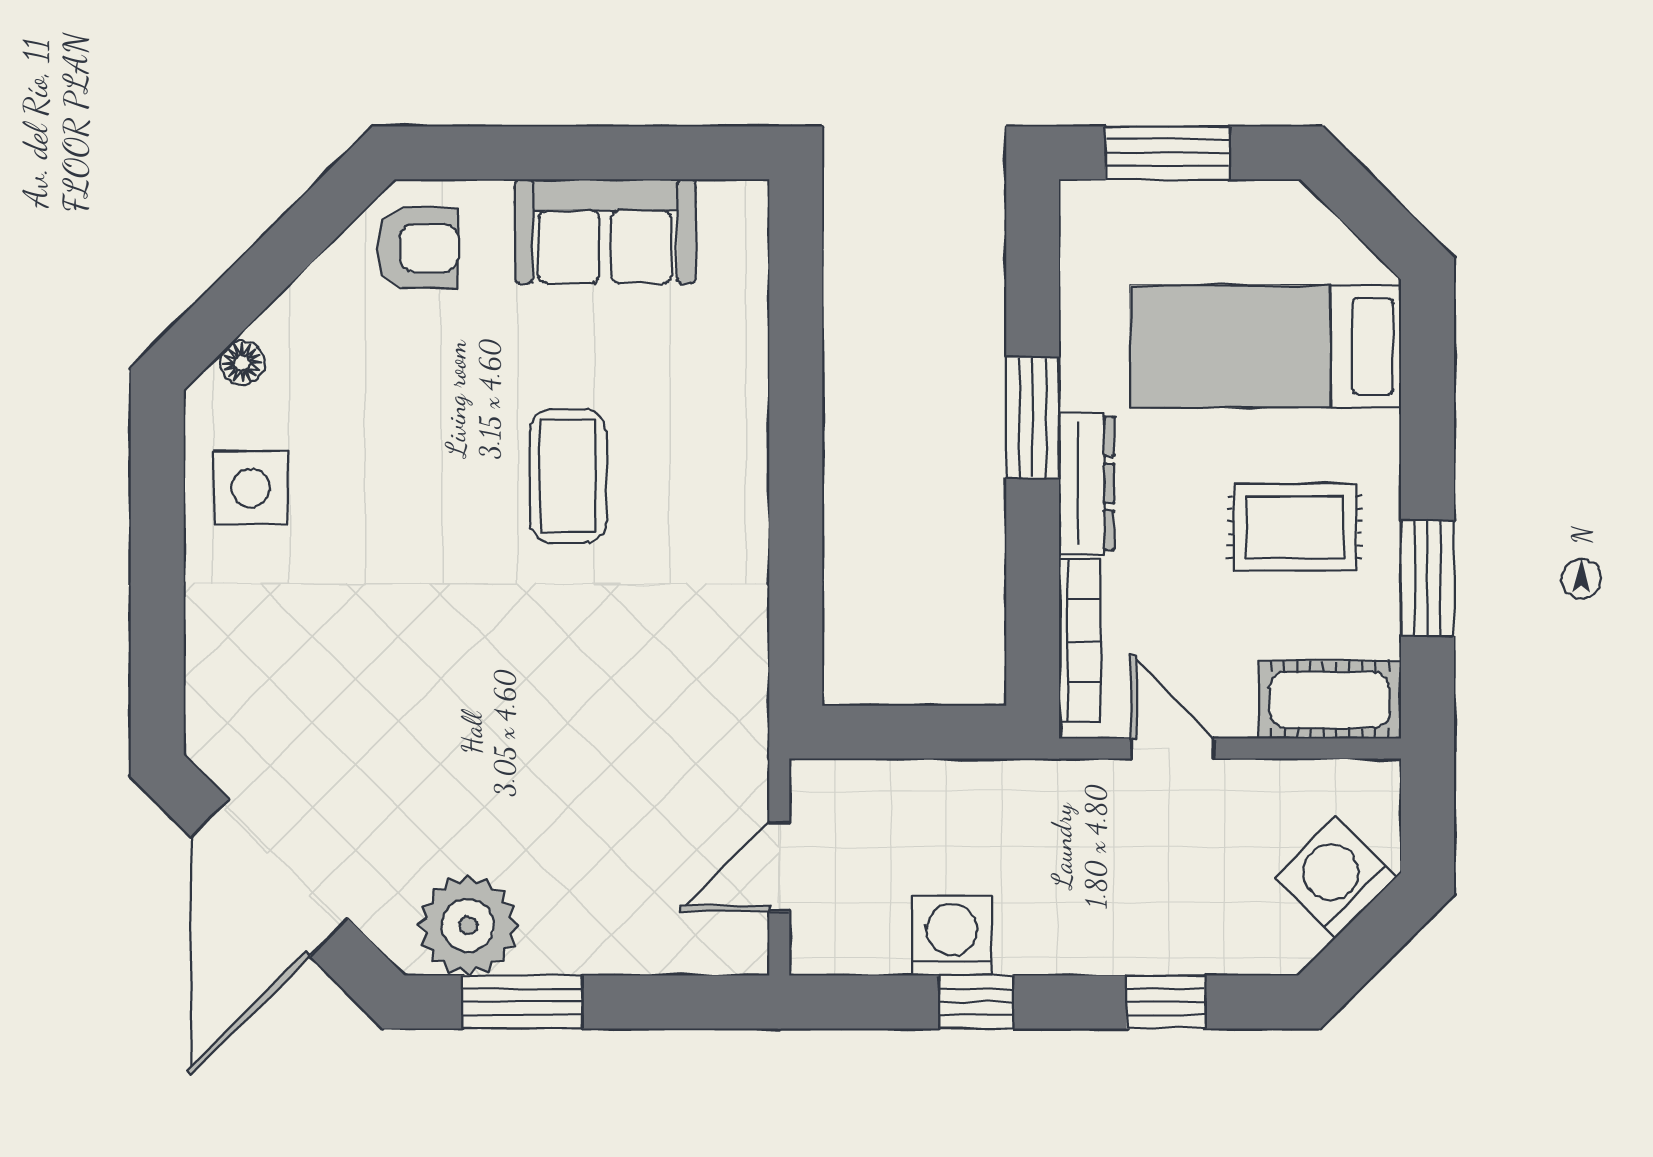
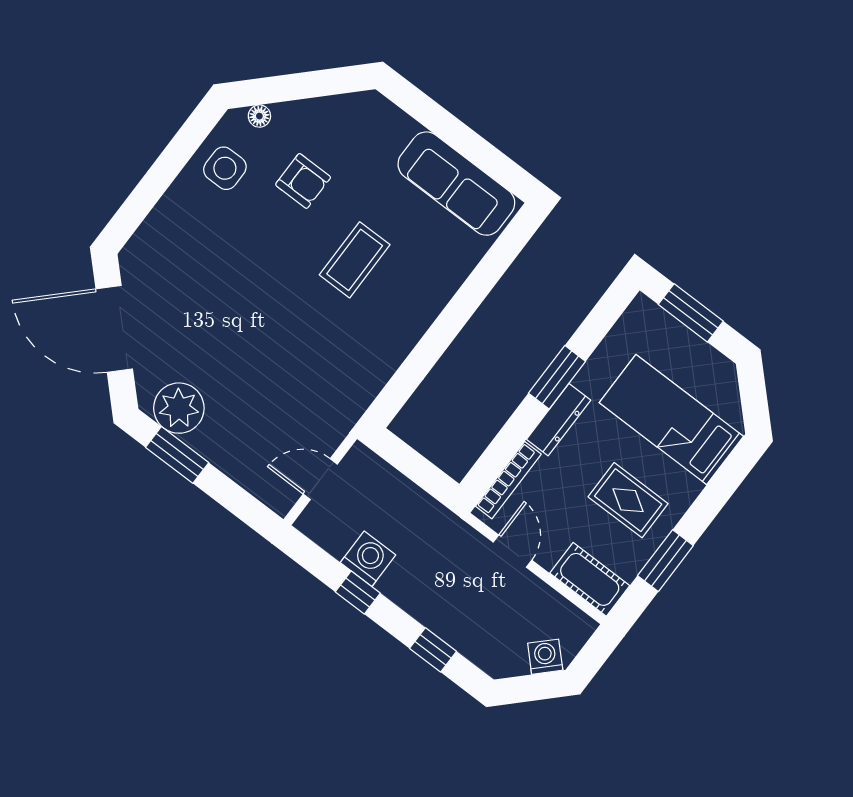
sofa: (605, 231) -> (456, 184), width x1.36
armchair: (418, 248) -> (303, 181), moved
washing machine: (1336, 877) -> (545, 657), width x0.73, depth x0.73
door: (269, 878) -> (114, 329), hinge flipped

